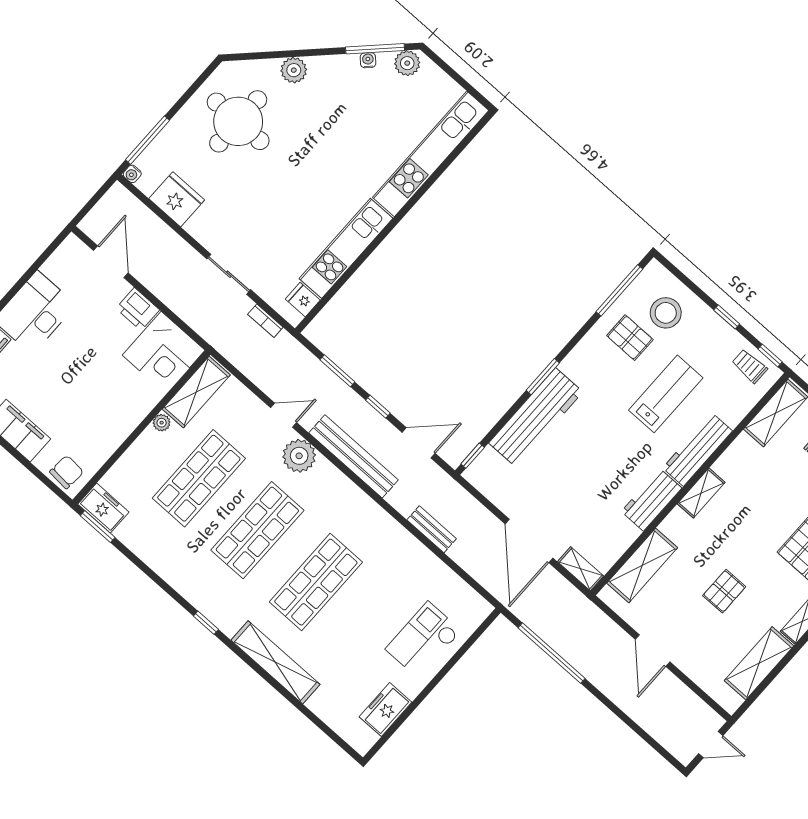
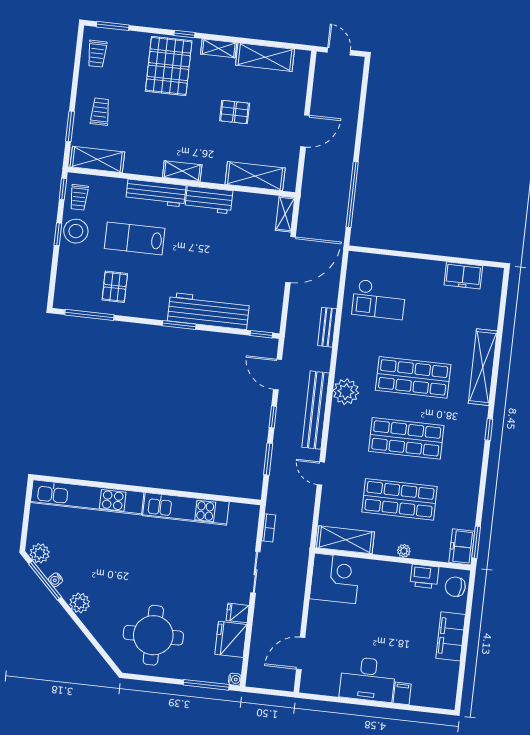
plant: (294, 70) -> (80, 603), moved
fridge: (303, 300) -> (238, 613), moved, turned 90
printer: (138, 309) -> (424, 576), moved, turned 90
stool: (666, 313) -> (76, 231), moved
plant: (162, 423) -> (404, 551), moved
plant: (299, 456) -> (346, 392), moved
checkout: (423, 640) -> (379, 299), moved

